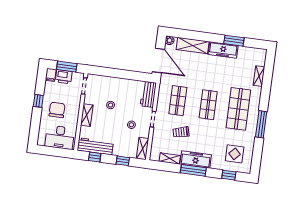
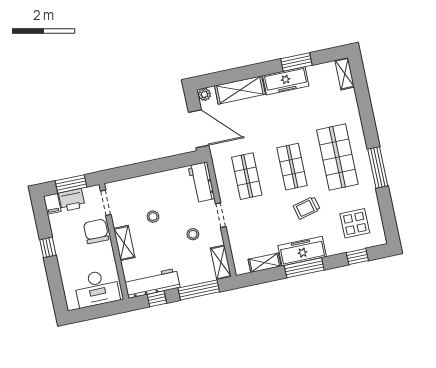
shelving: (259, 76) -> (345, 74), moved
chair: (57, 110) -> (96, 231), moved
trolley: (181, 132) -> (307, 208), moved
window: (123, 161) -> (199, 290), width x2.17

